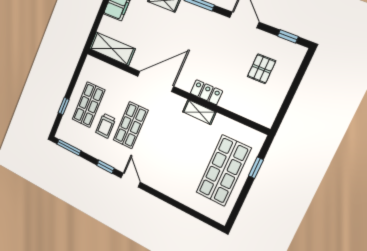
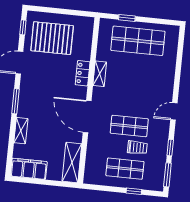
pallet: (262, 69) -> (52, 38), width x2.05, depth x2.00
window: (105, 167) -> (170, 148), moved

